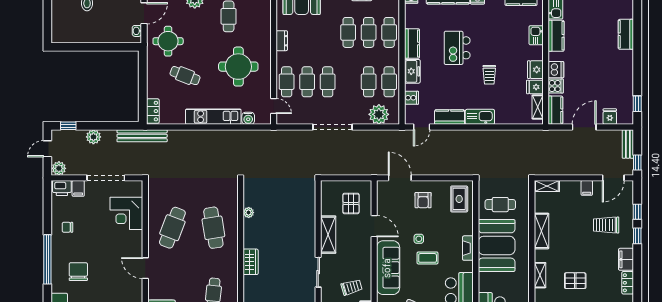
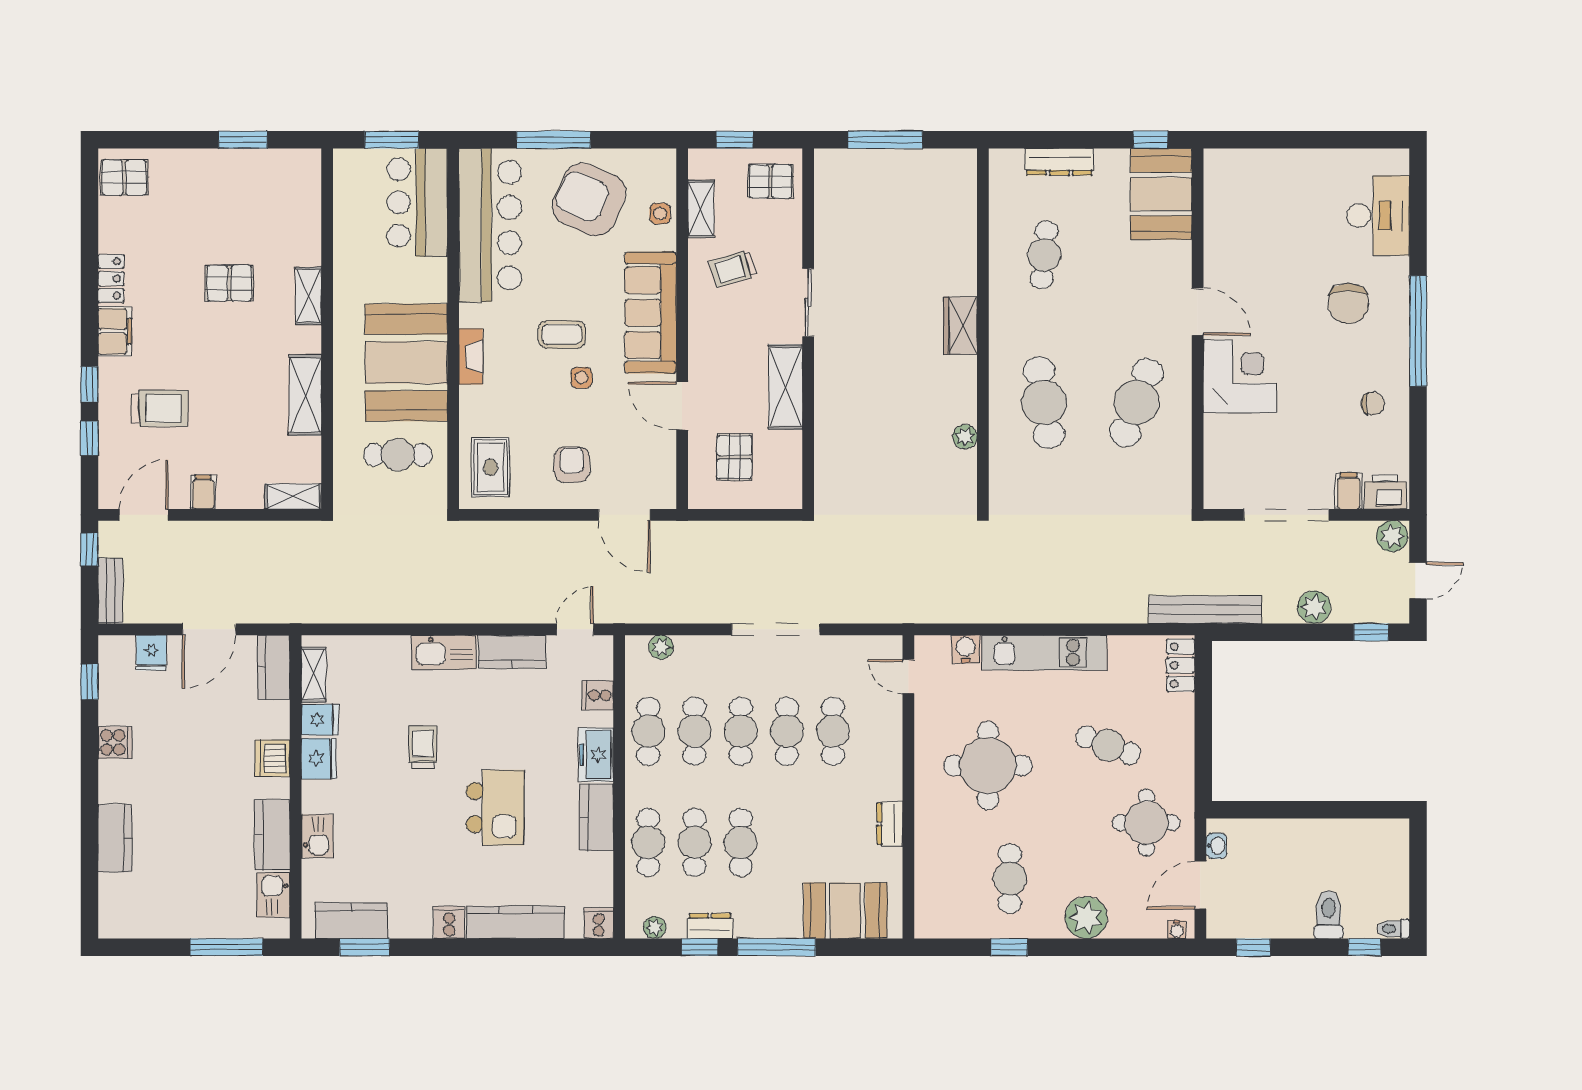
cafe table: (287, 82) -> (741, 731), moved
cooker: (556, 86) -> (115, 743), moved, turned 180
plant: (379, 114) -> (661, 647), width x0.53, depth x0.53
corner desk: (126, 213) -> (1240, 376), moved

